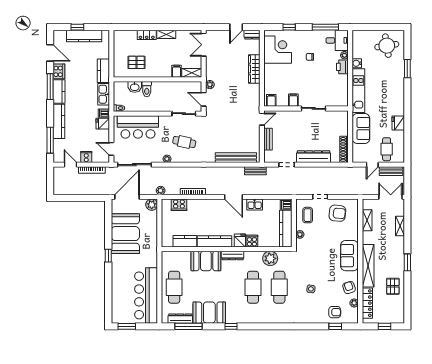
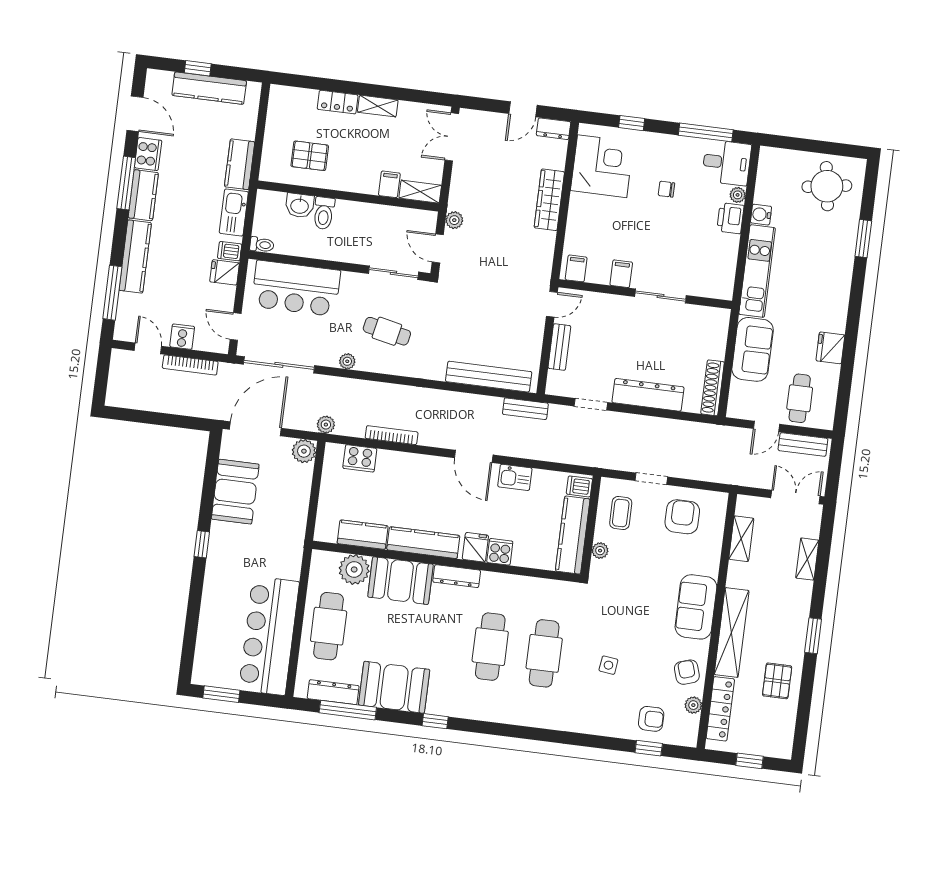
armchair: (337, 213) -> (682, 517), turned -96
booth: (125, 234) -> (235, 492), width x0.73, depth x0.70
plant: (270, 258) -> (354, 569), moved

